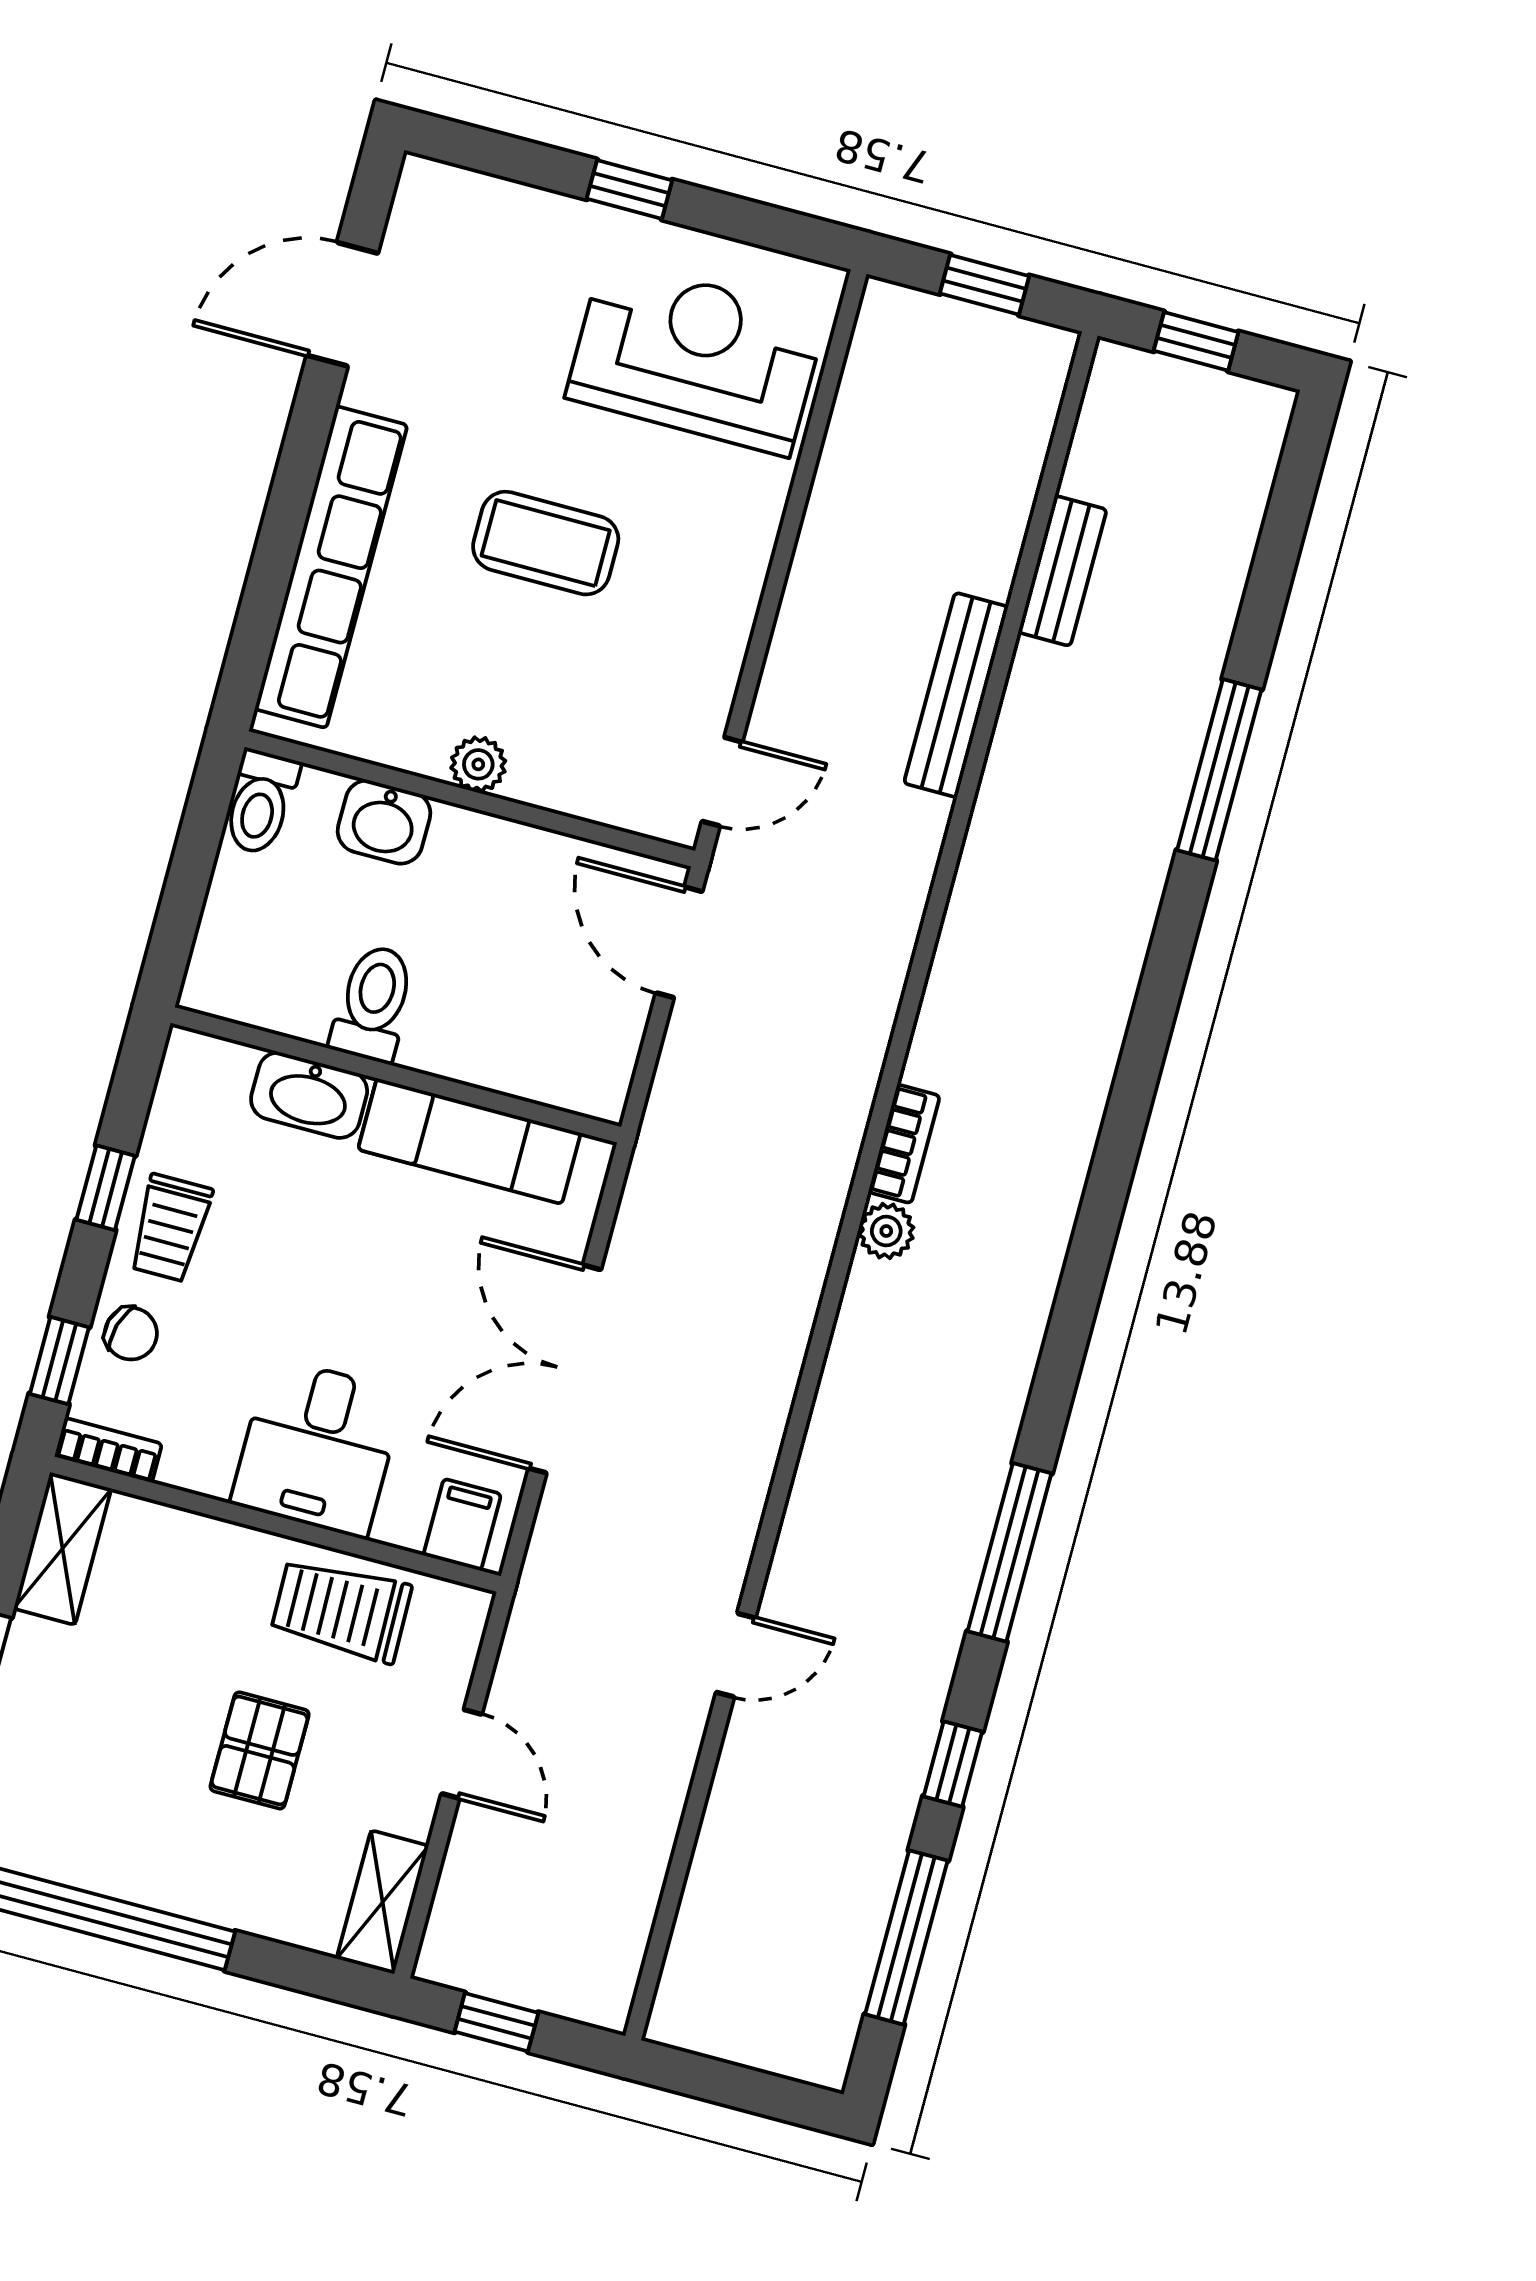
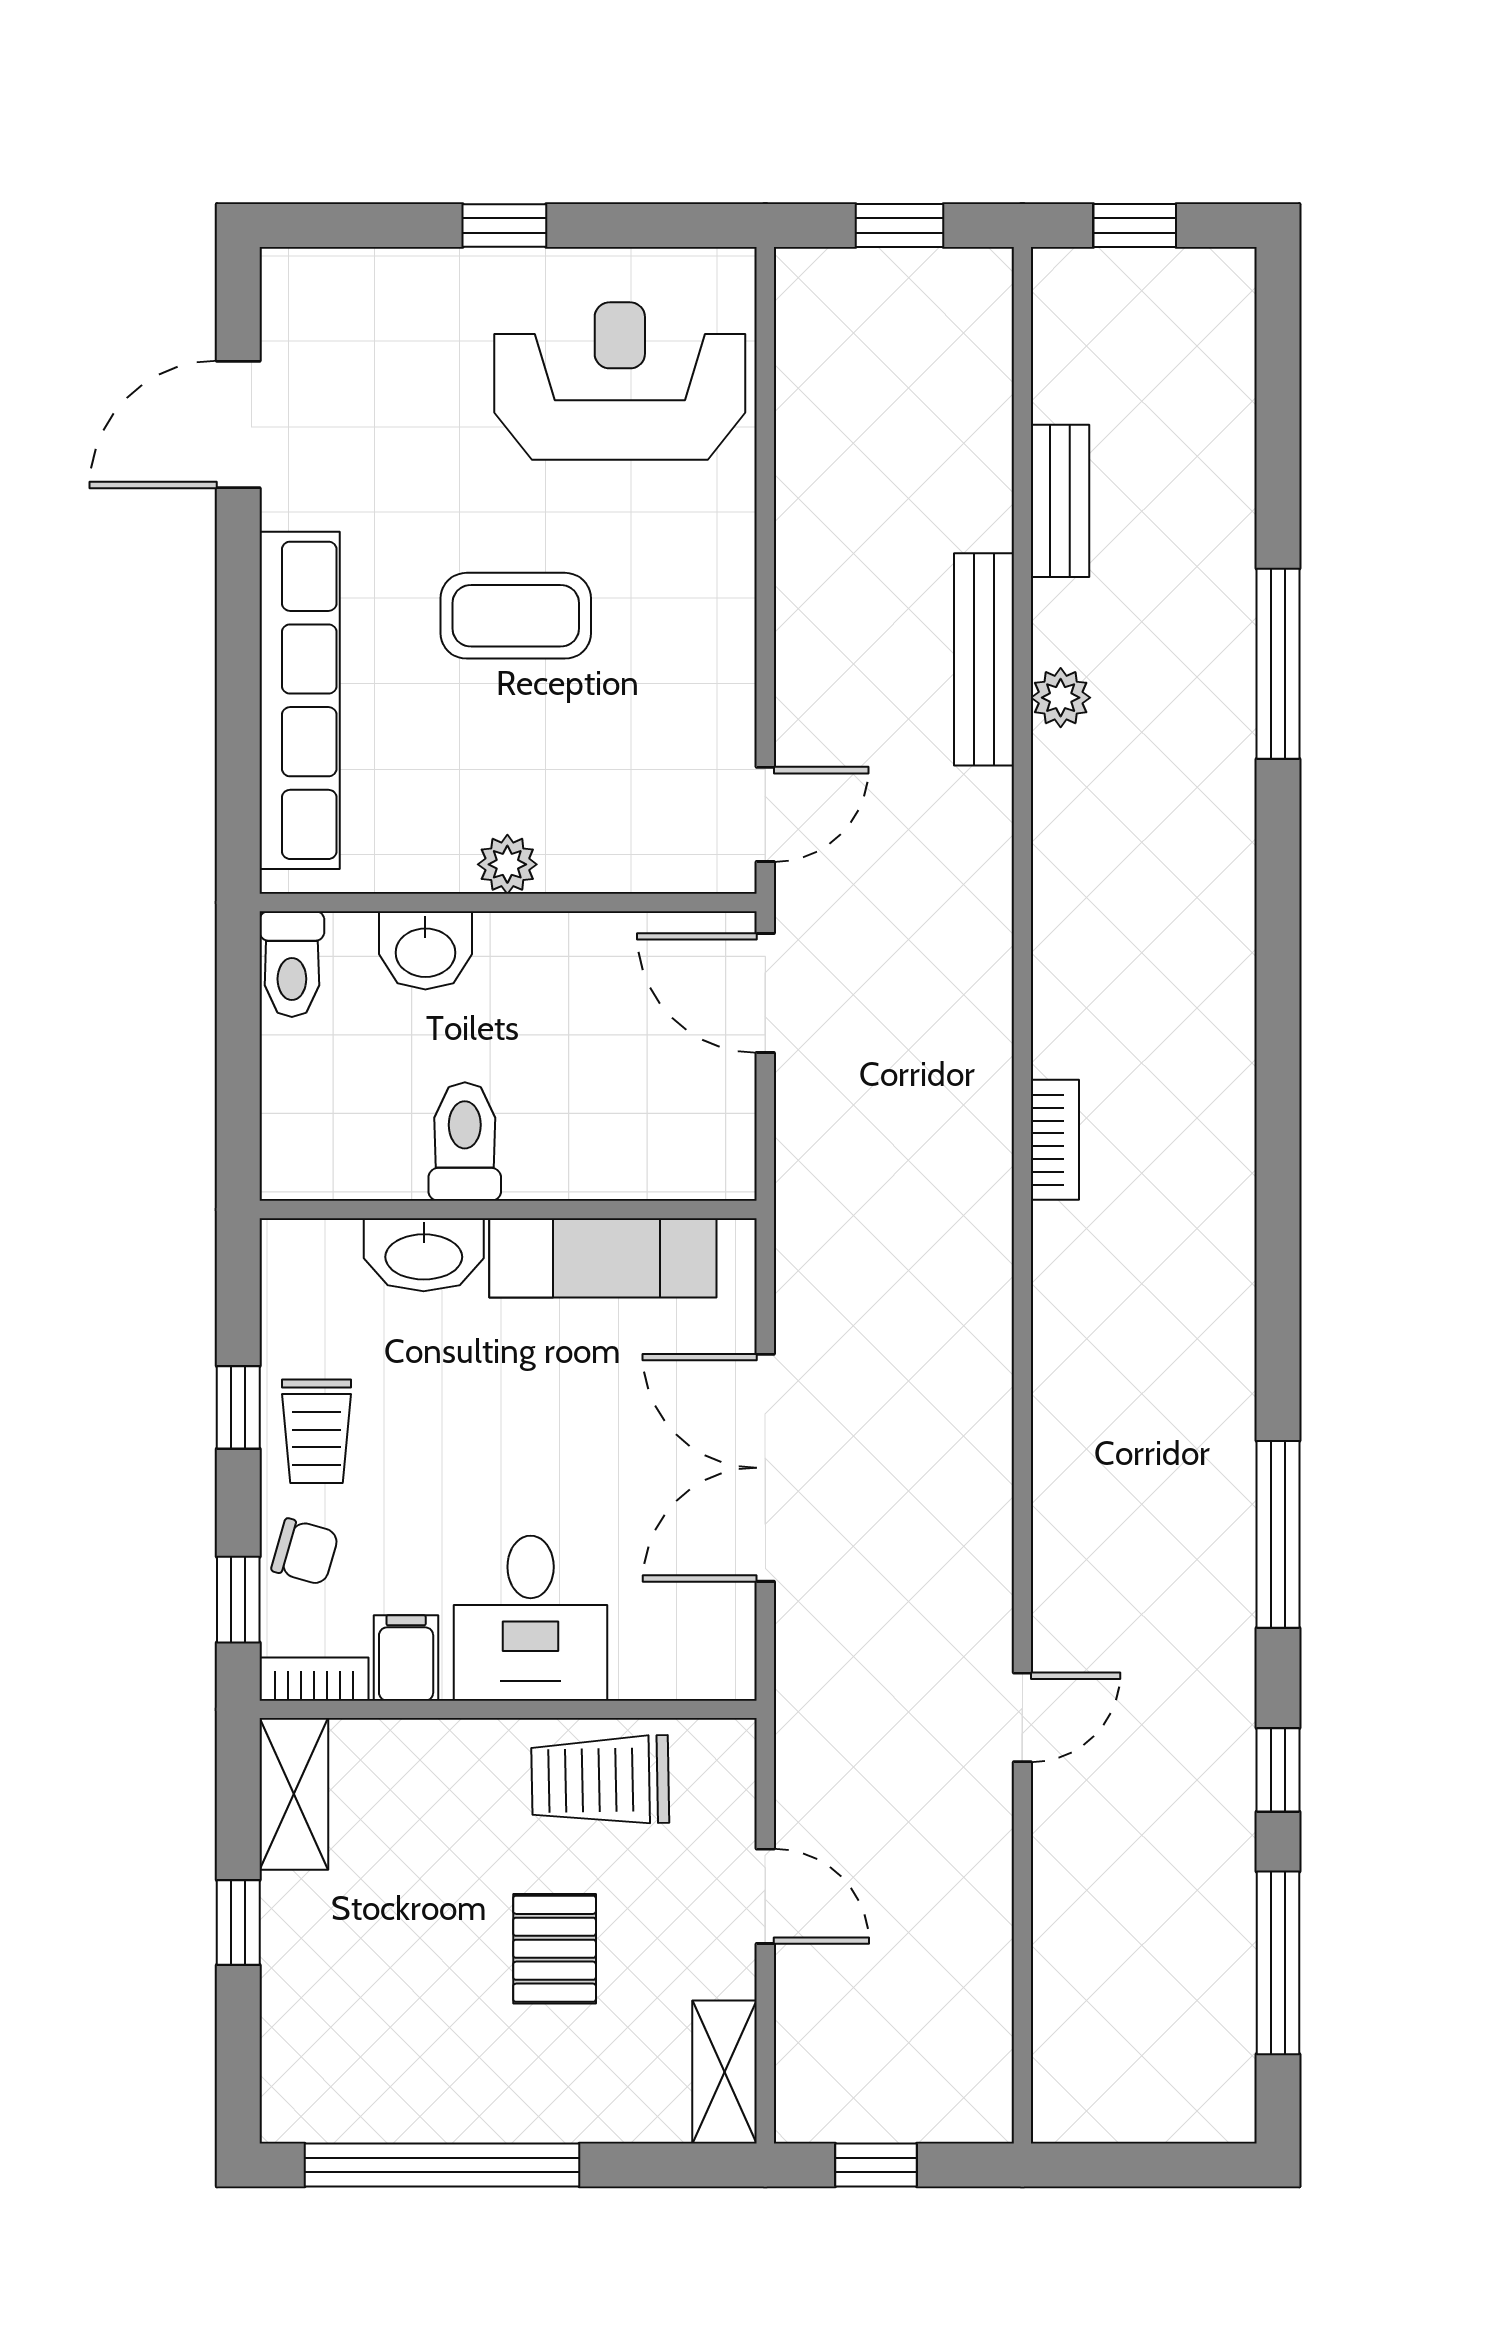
plant: (886, 1231) -> (1061, 698), moved
filing cabinet: (462, 1525) -> (406, 1658), moved

